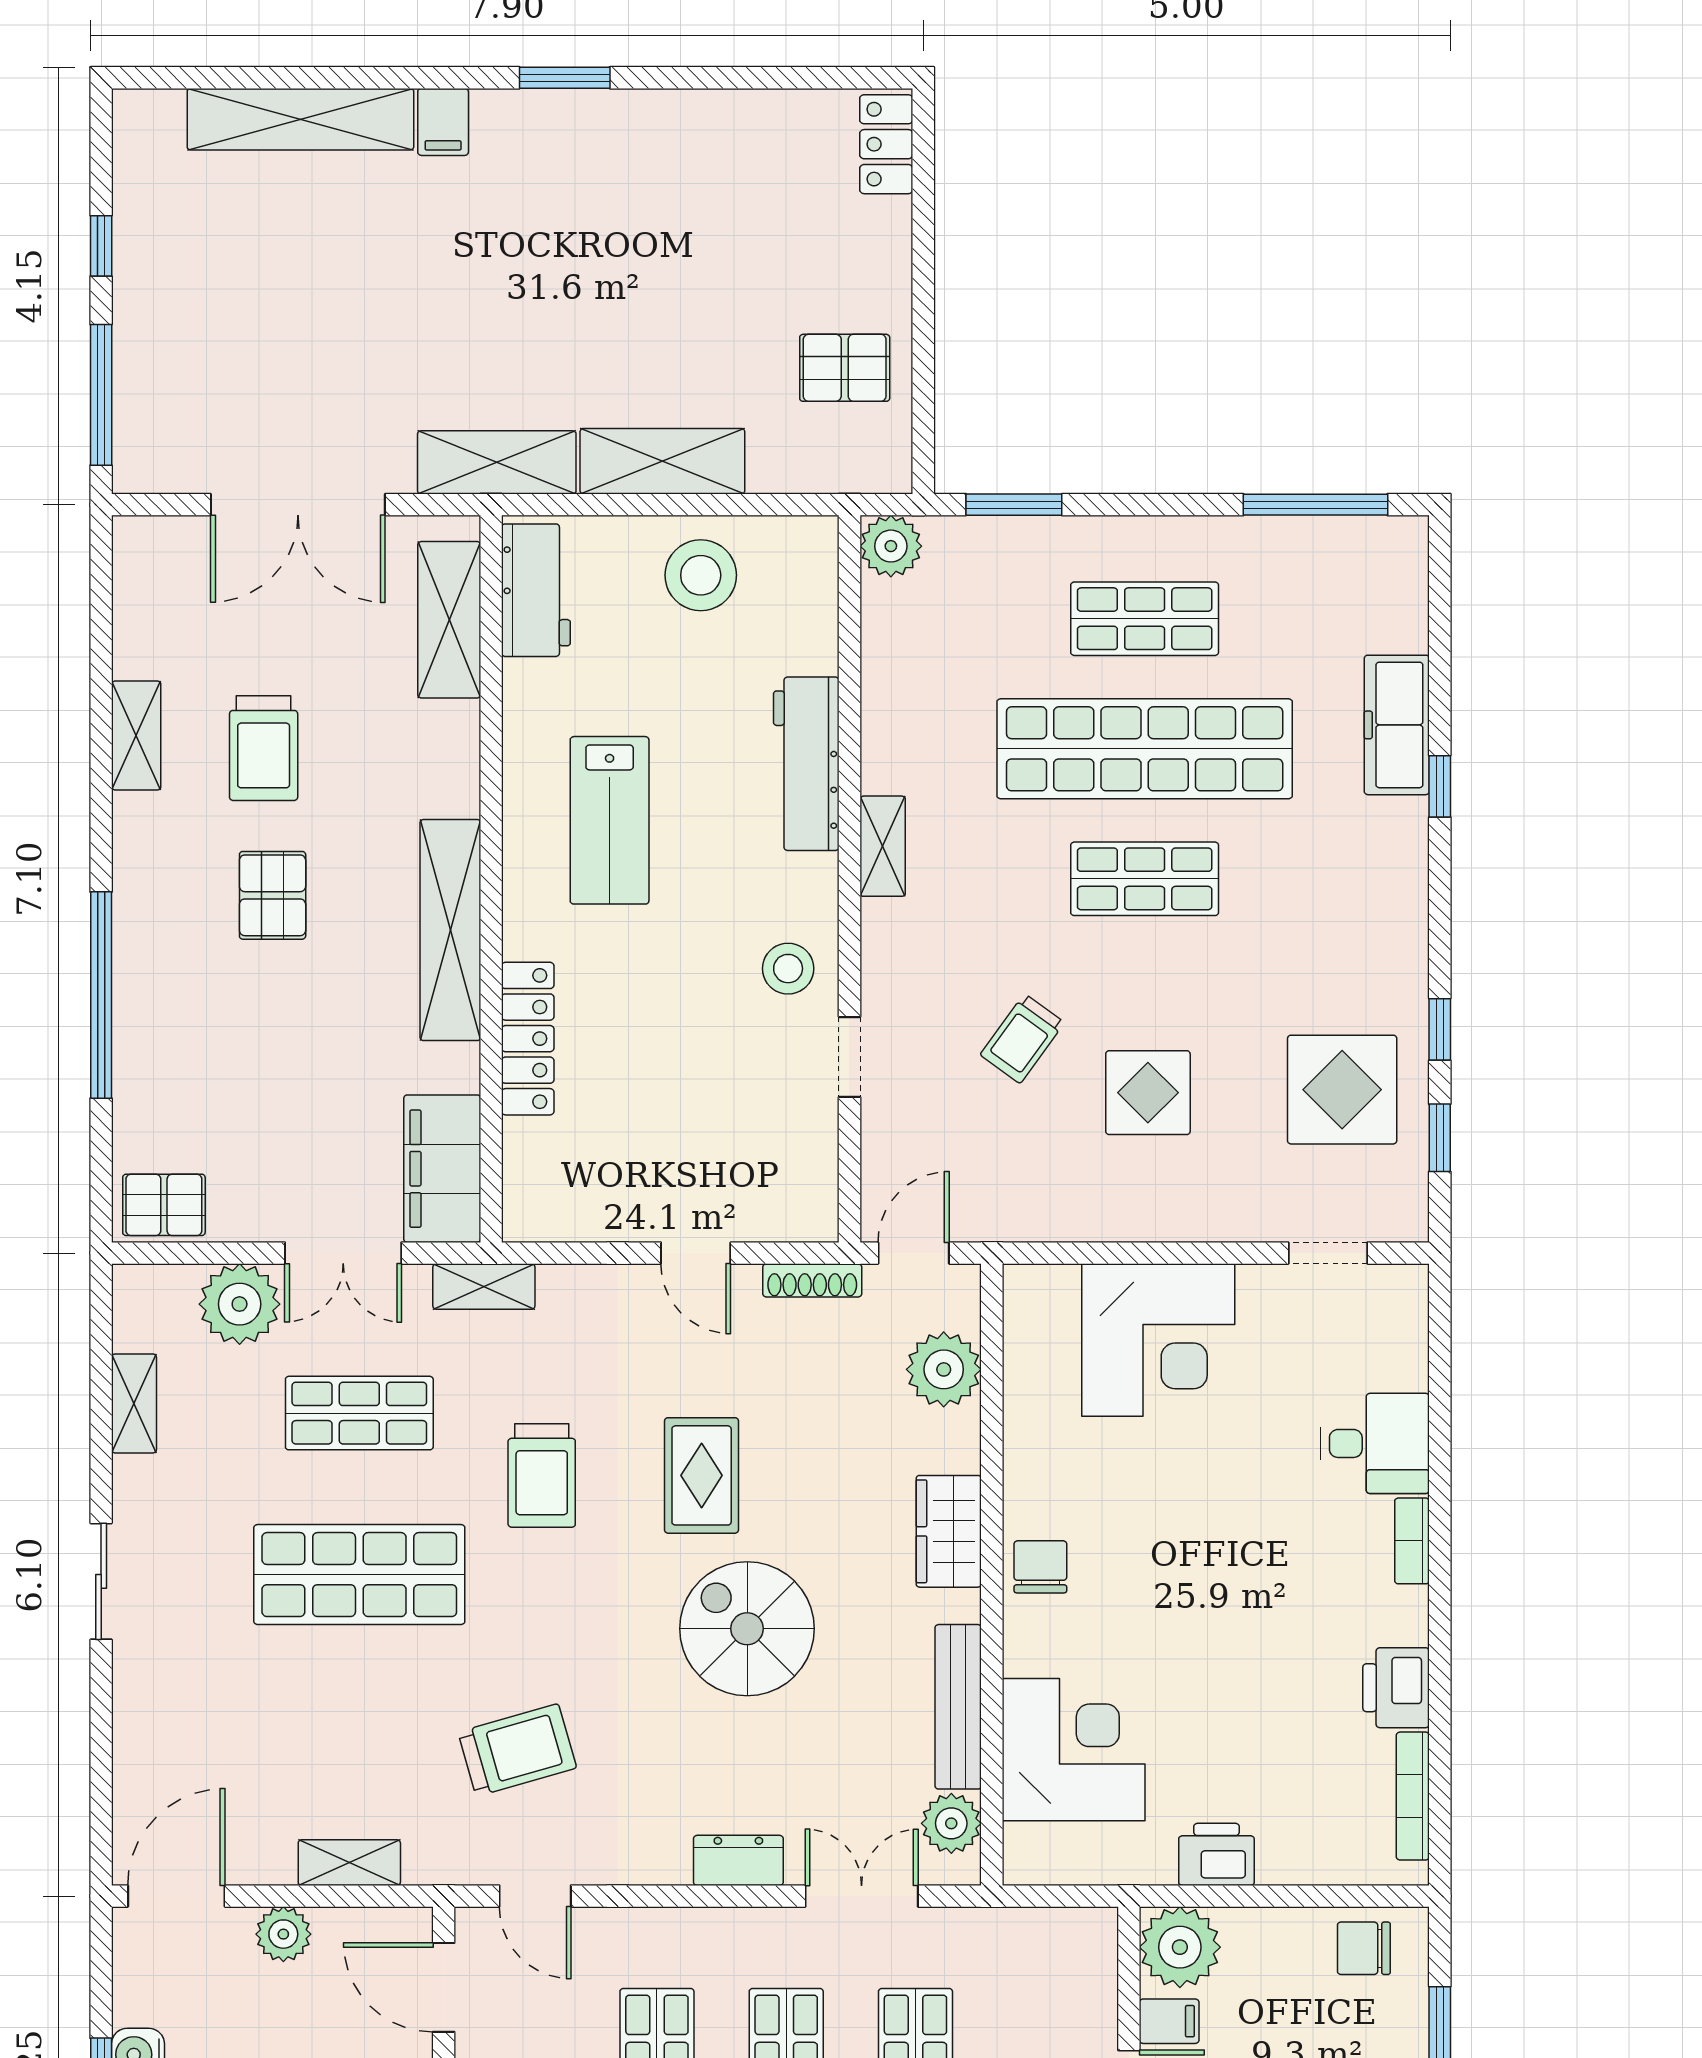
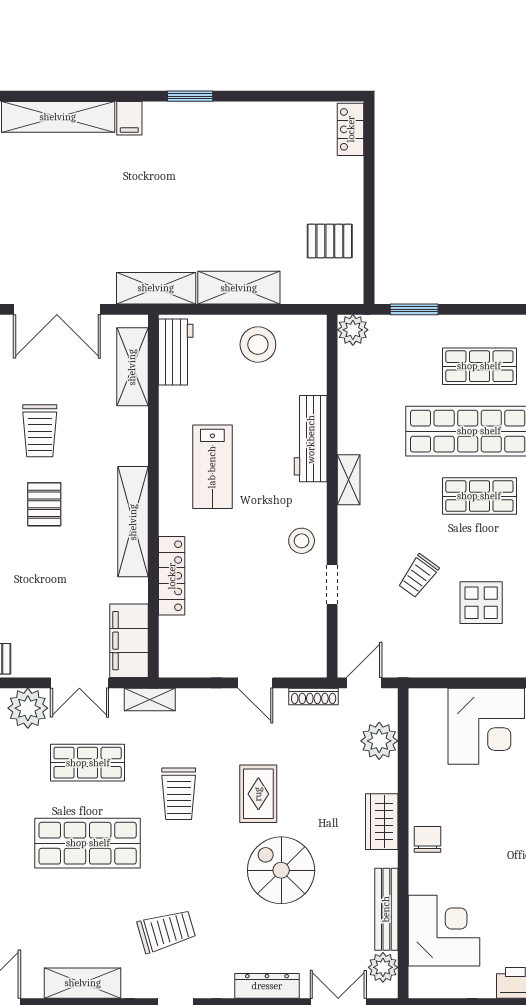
dresser: (738, 1860) -> (267, 986), width x1.44
shelving: (349, 1863) -> (83, 983), width x1.50, depth x1.33

